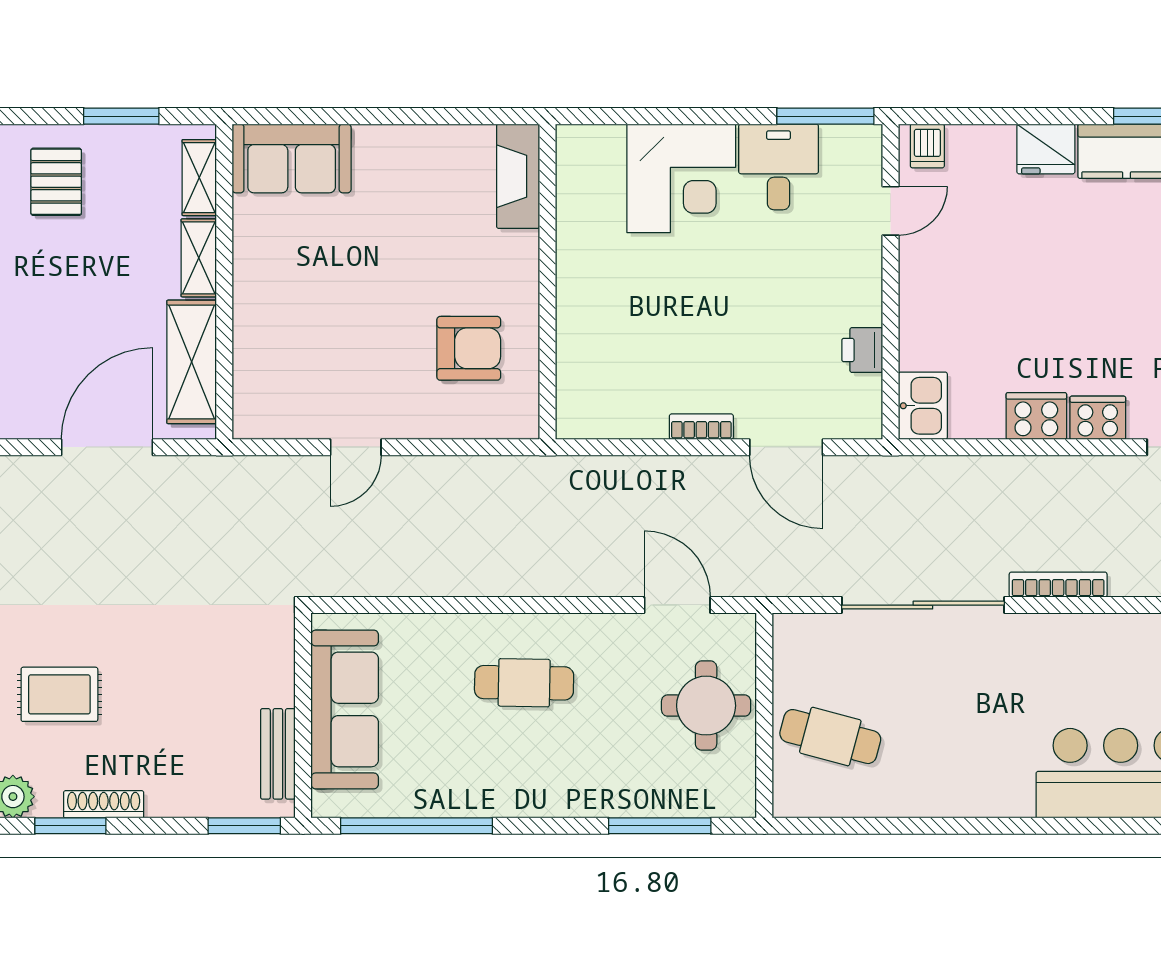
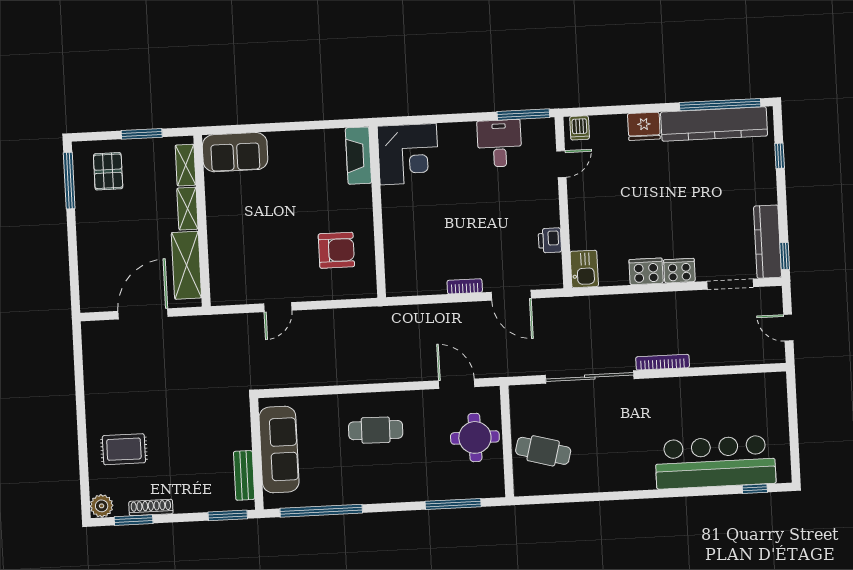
corner desk: (681, 178) -> (408, 154), moved

